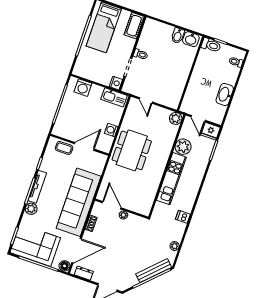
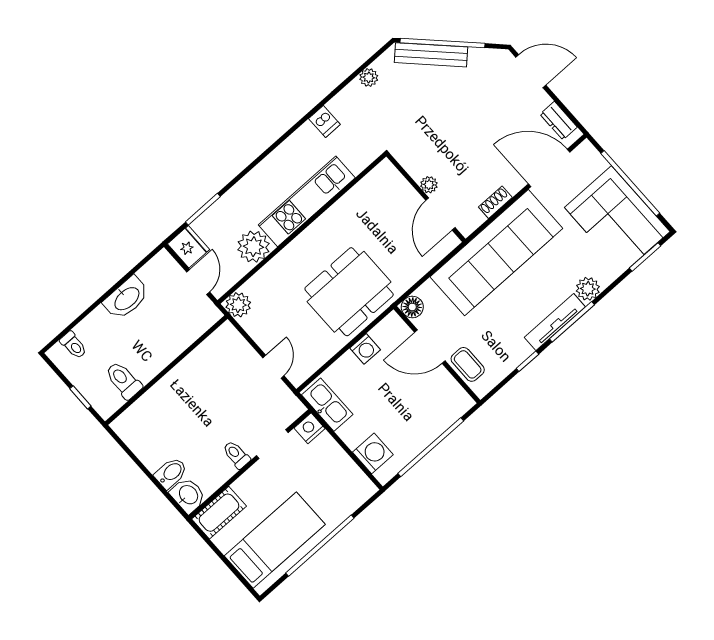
bidet: (178, 36) -> (171, 473), moved
washbasin: (191, 39) -> (188, 495), moved
toilet: (211, 45) -> (123, 380), moved
floor lamp: (64, 266) -> (412, 307), moved

